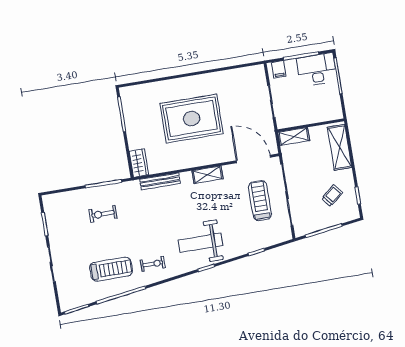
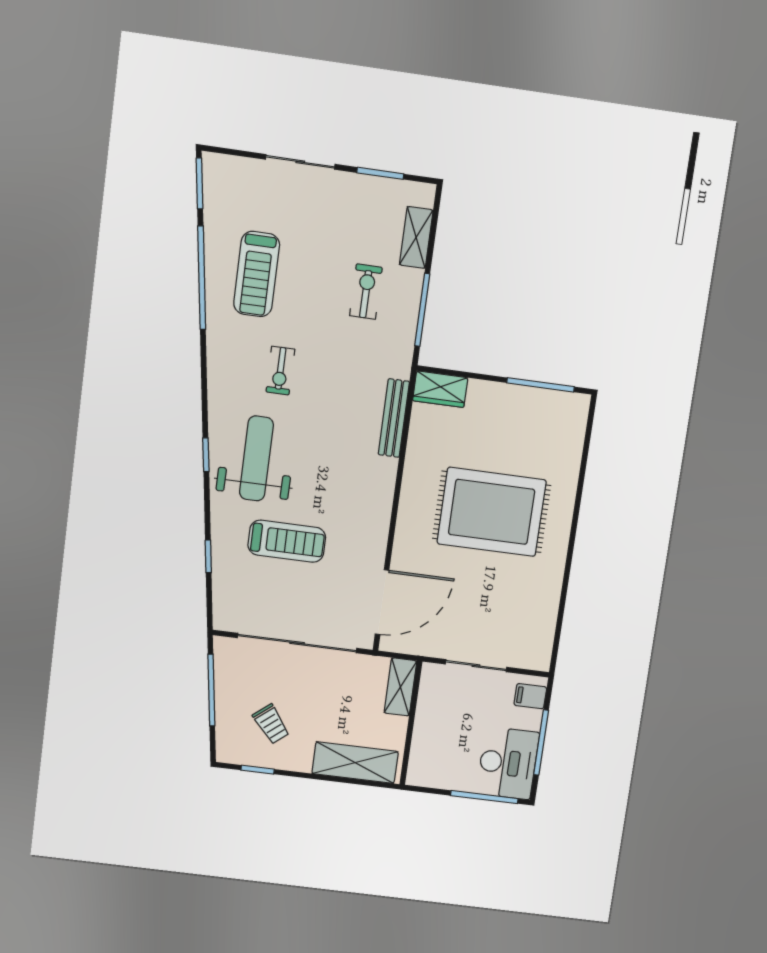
rug: (192, 119) -> (492, 512), turned 90
shelving: (207, 175) -> (416, 237), moved
treadmill: (260, 201) -> (287, 541), moved
exercise bike: (153, 264) -> (280, 371), moved

